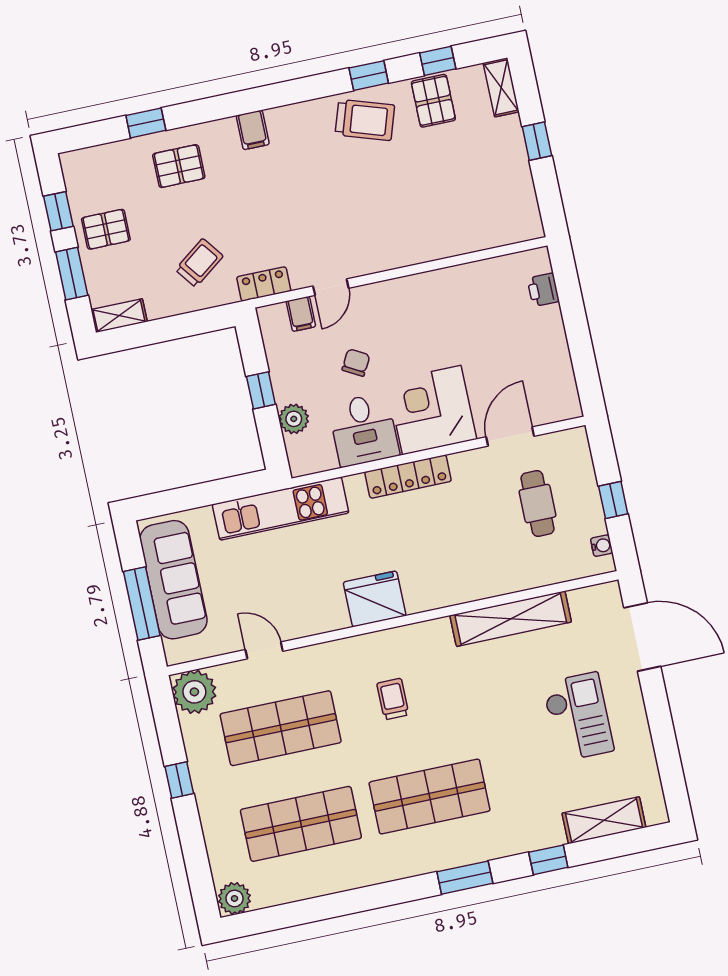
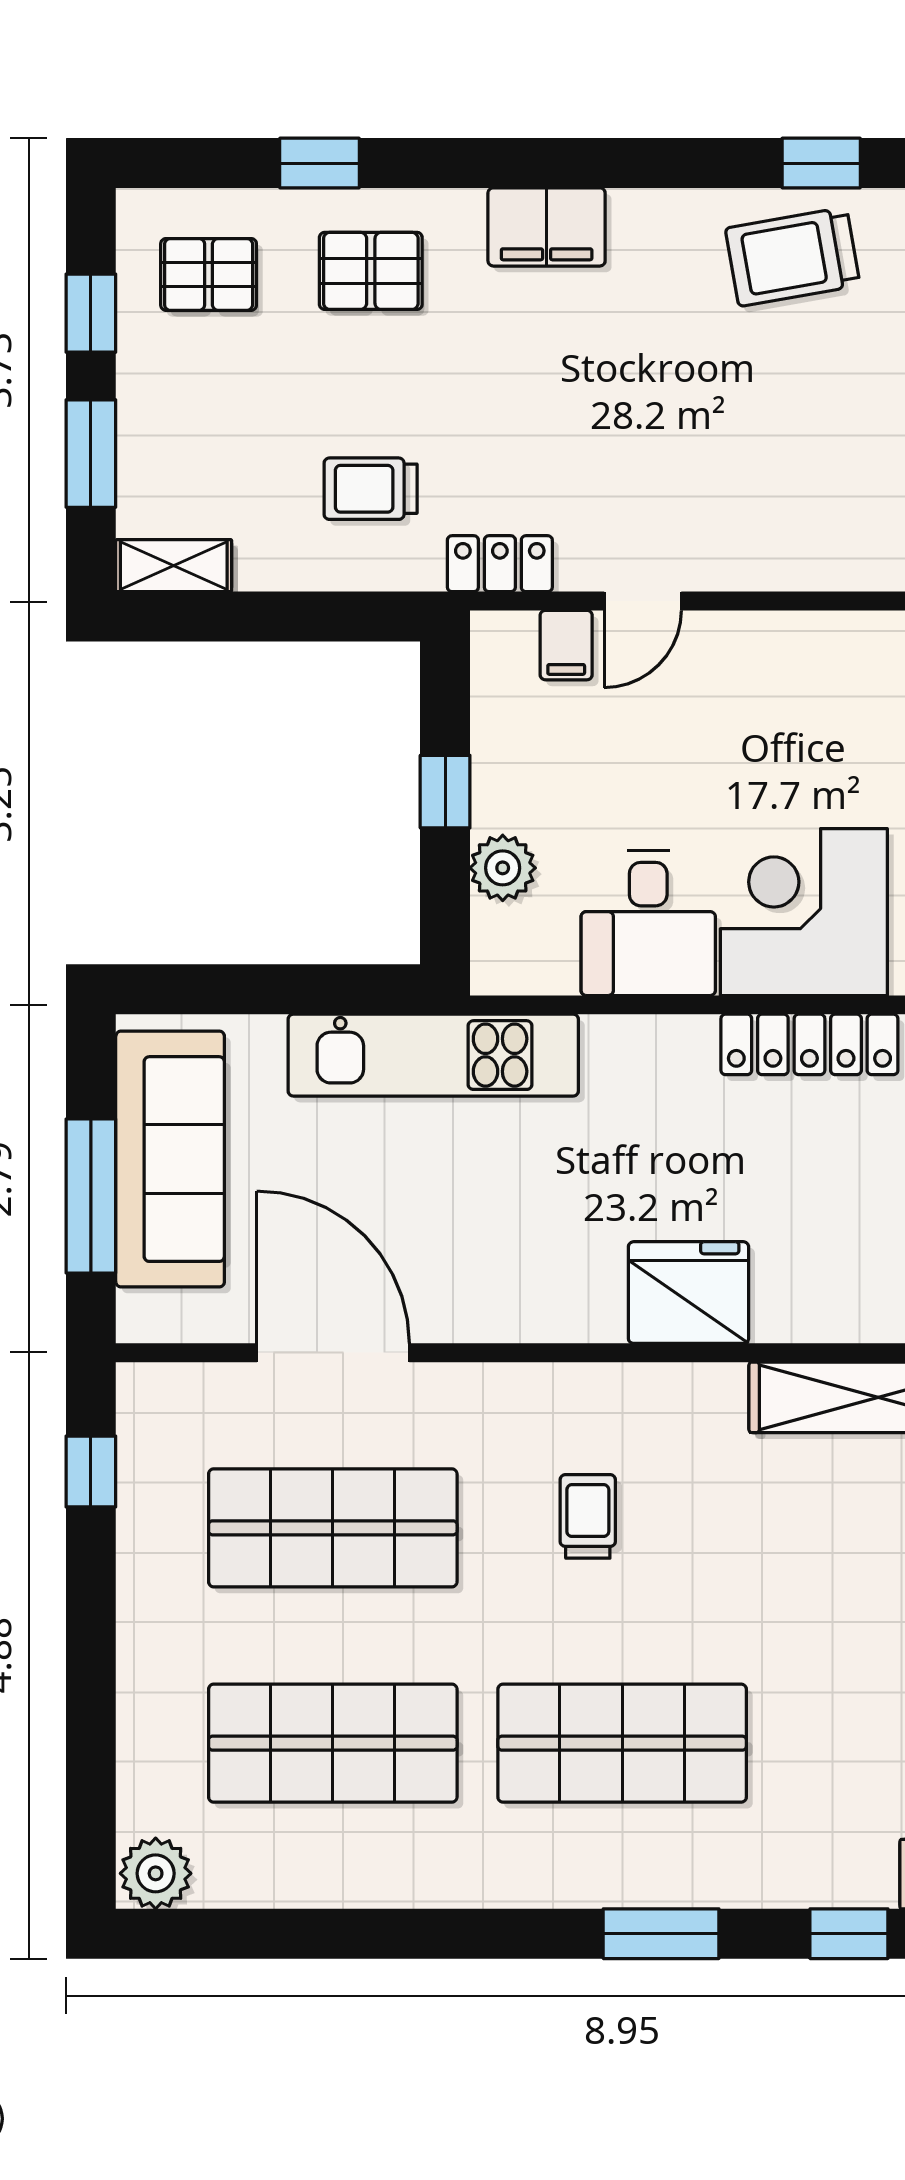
trolley: (365, 120) -> (793, 257), turned 152
filing cabinet: (253, 130) -> (547, 227), width x2.00
pallet: (106, 229) -> (209, 274), moved
trolley: (199, 263) -> (371, 489), turned -143
chair: (356, 363) -> (662, 775), removed
locker: (408, 477) -> (809, 1044), moved
fridge: (375, 599) -> (688, 1293), moved
door: (264, 650) -> (333, 1353), width x1.87
plant: (194, 692) -> (164, 1410), removed
window: (179, 780) -> (91, 1472), moved

